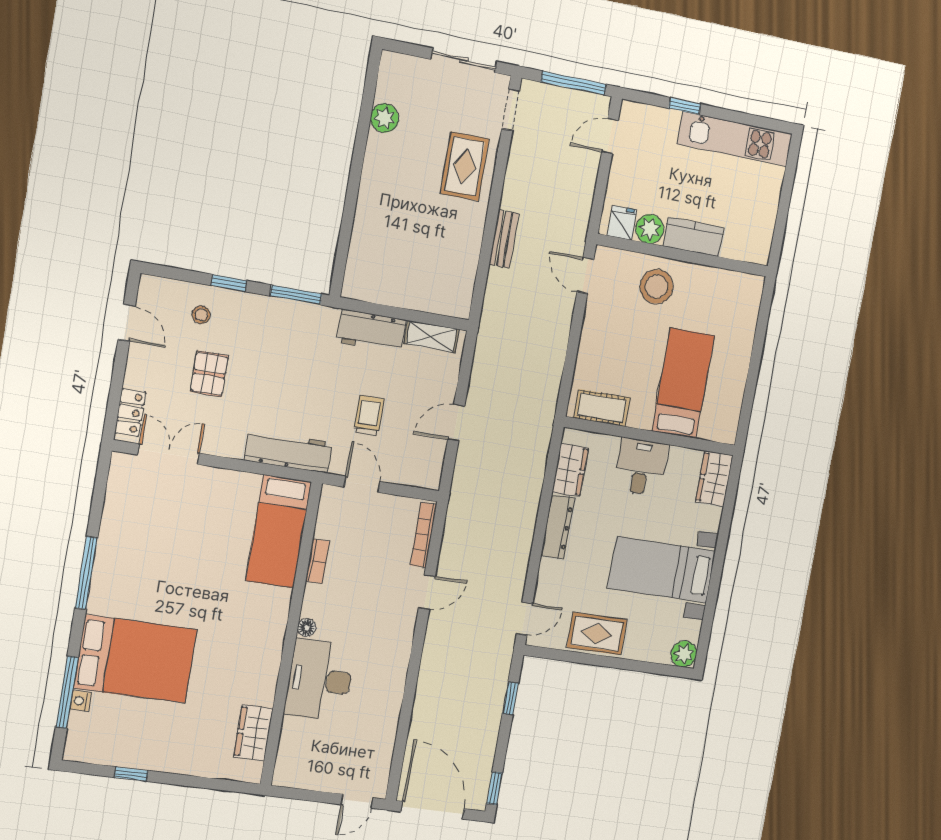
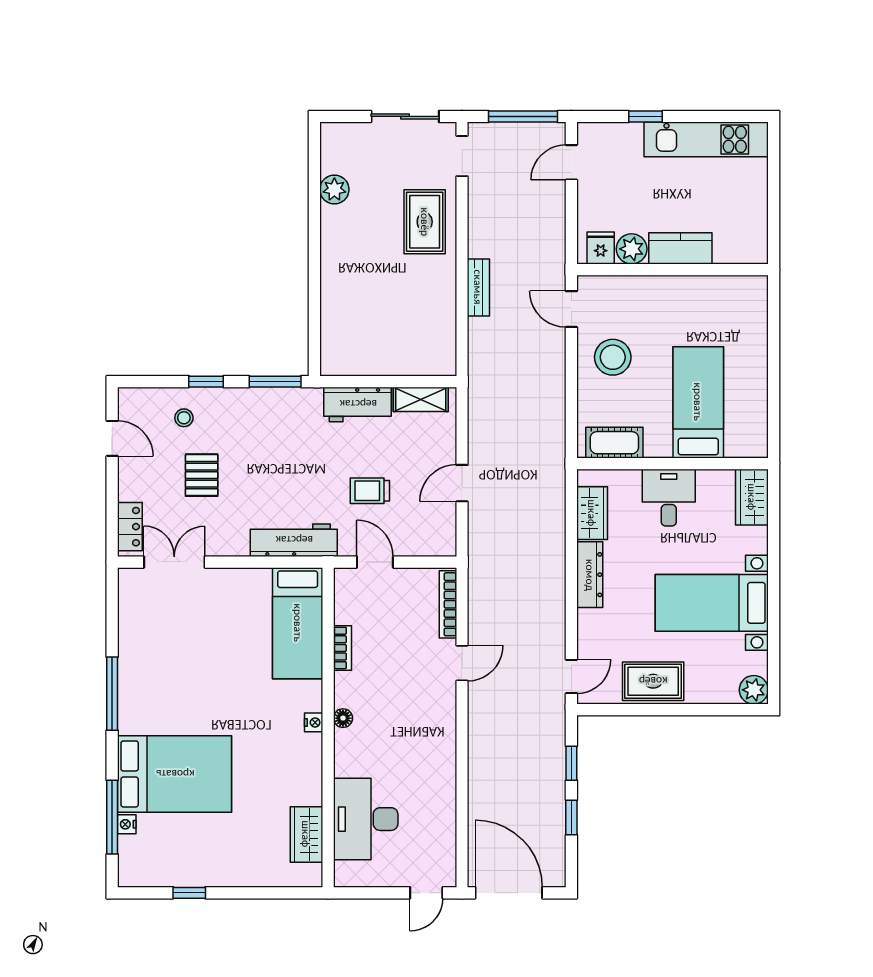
stool: (656, 286) -> (613, 357), moved
trolley: (369, 416) -> (370, 491), turned -90
nightstand: (278, 628) -> (314, 722), added
desk: (320, 680) -> (366, 819), moved
window: (495, 788) -> (571, 818), moved

